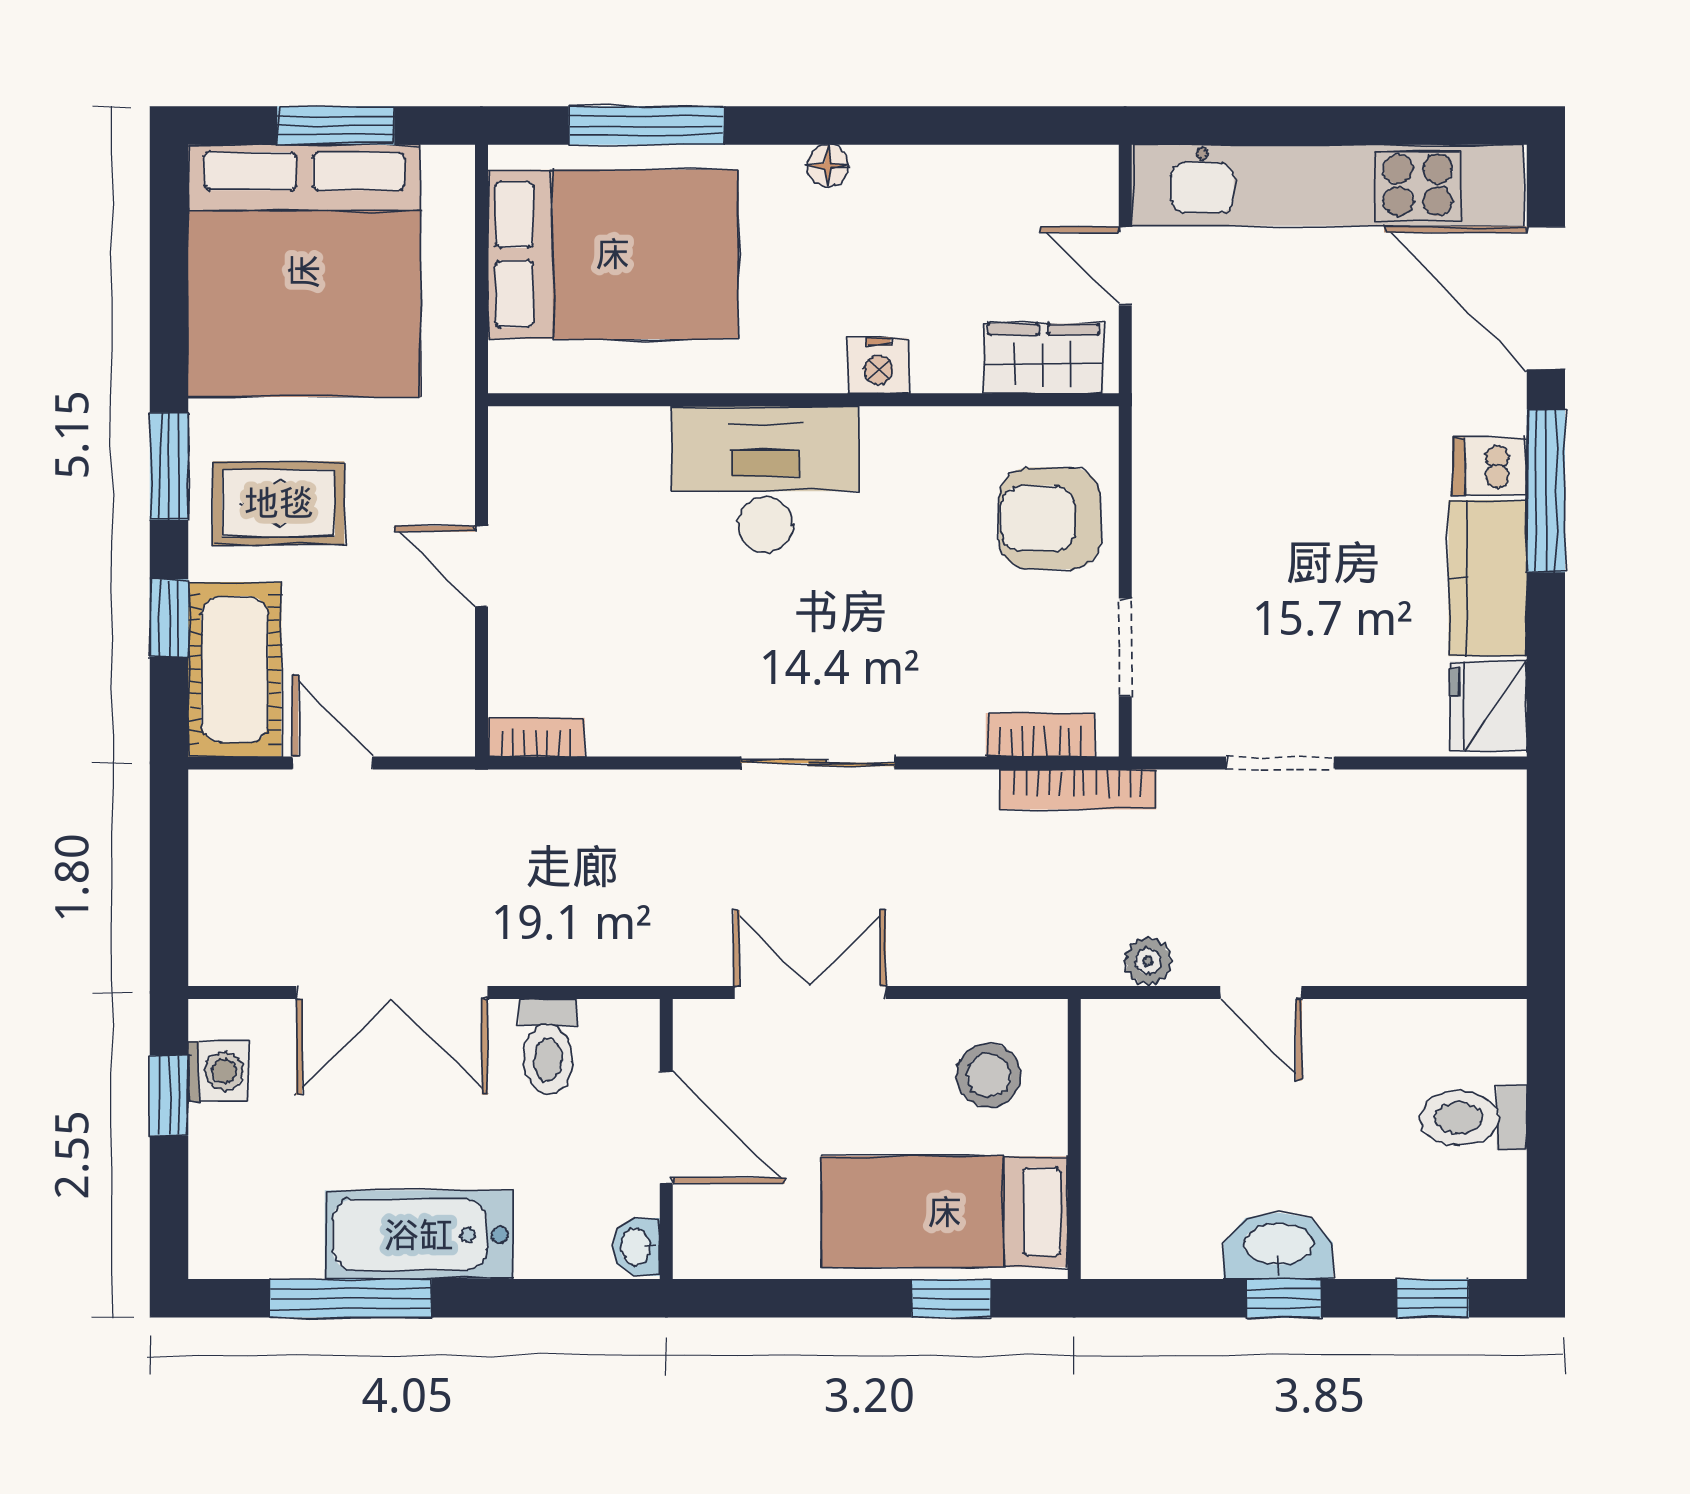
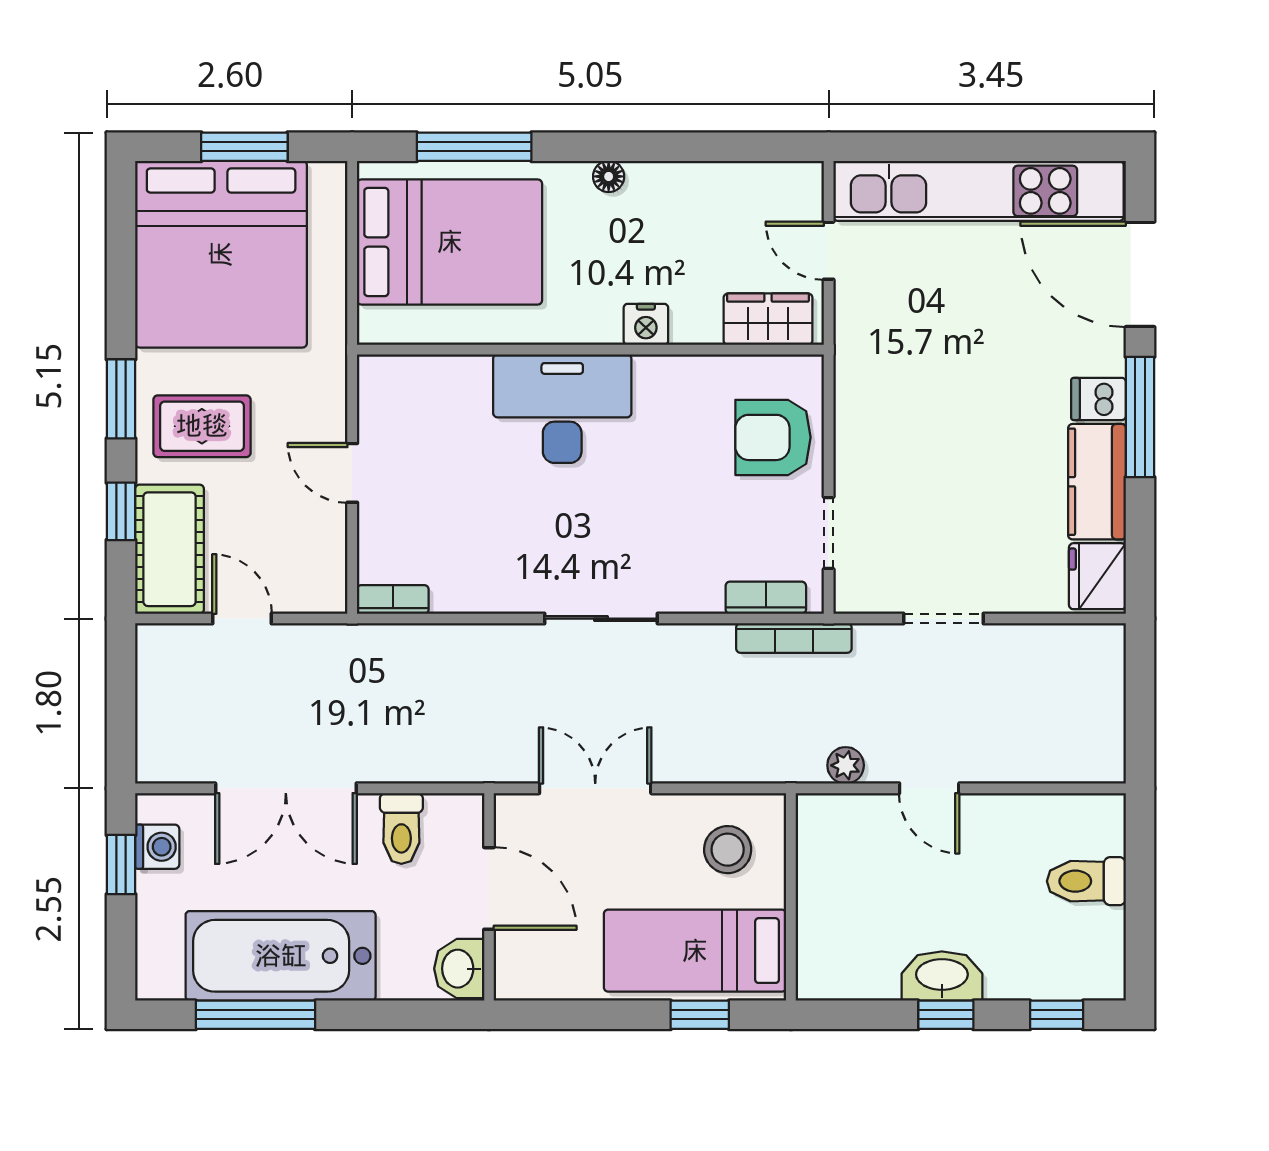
bathtub: (419, 1235) -> (281, 956), width x1.36, depth x1.36
washbasin: (637, 1247) -> (459, 969), width x1.38, depth x1.45

